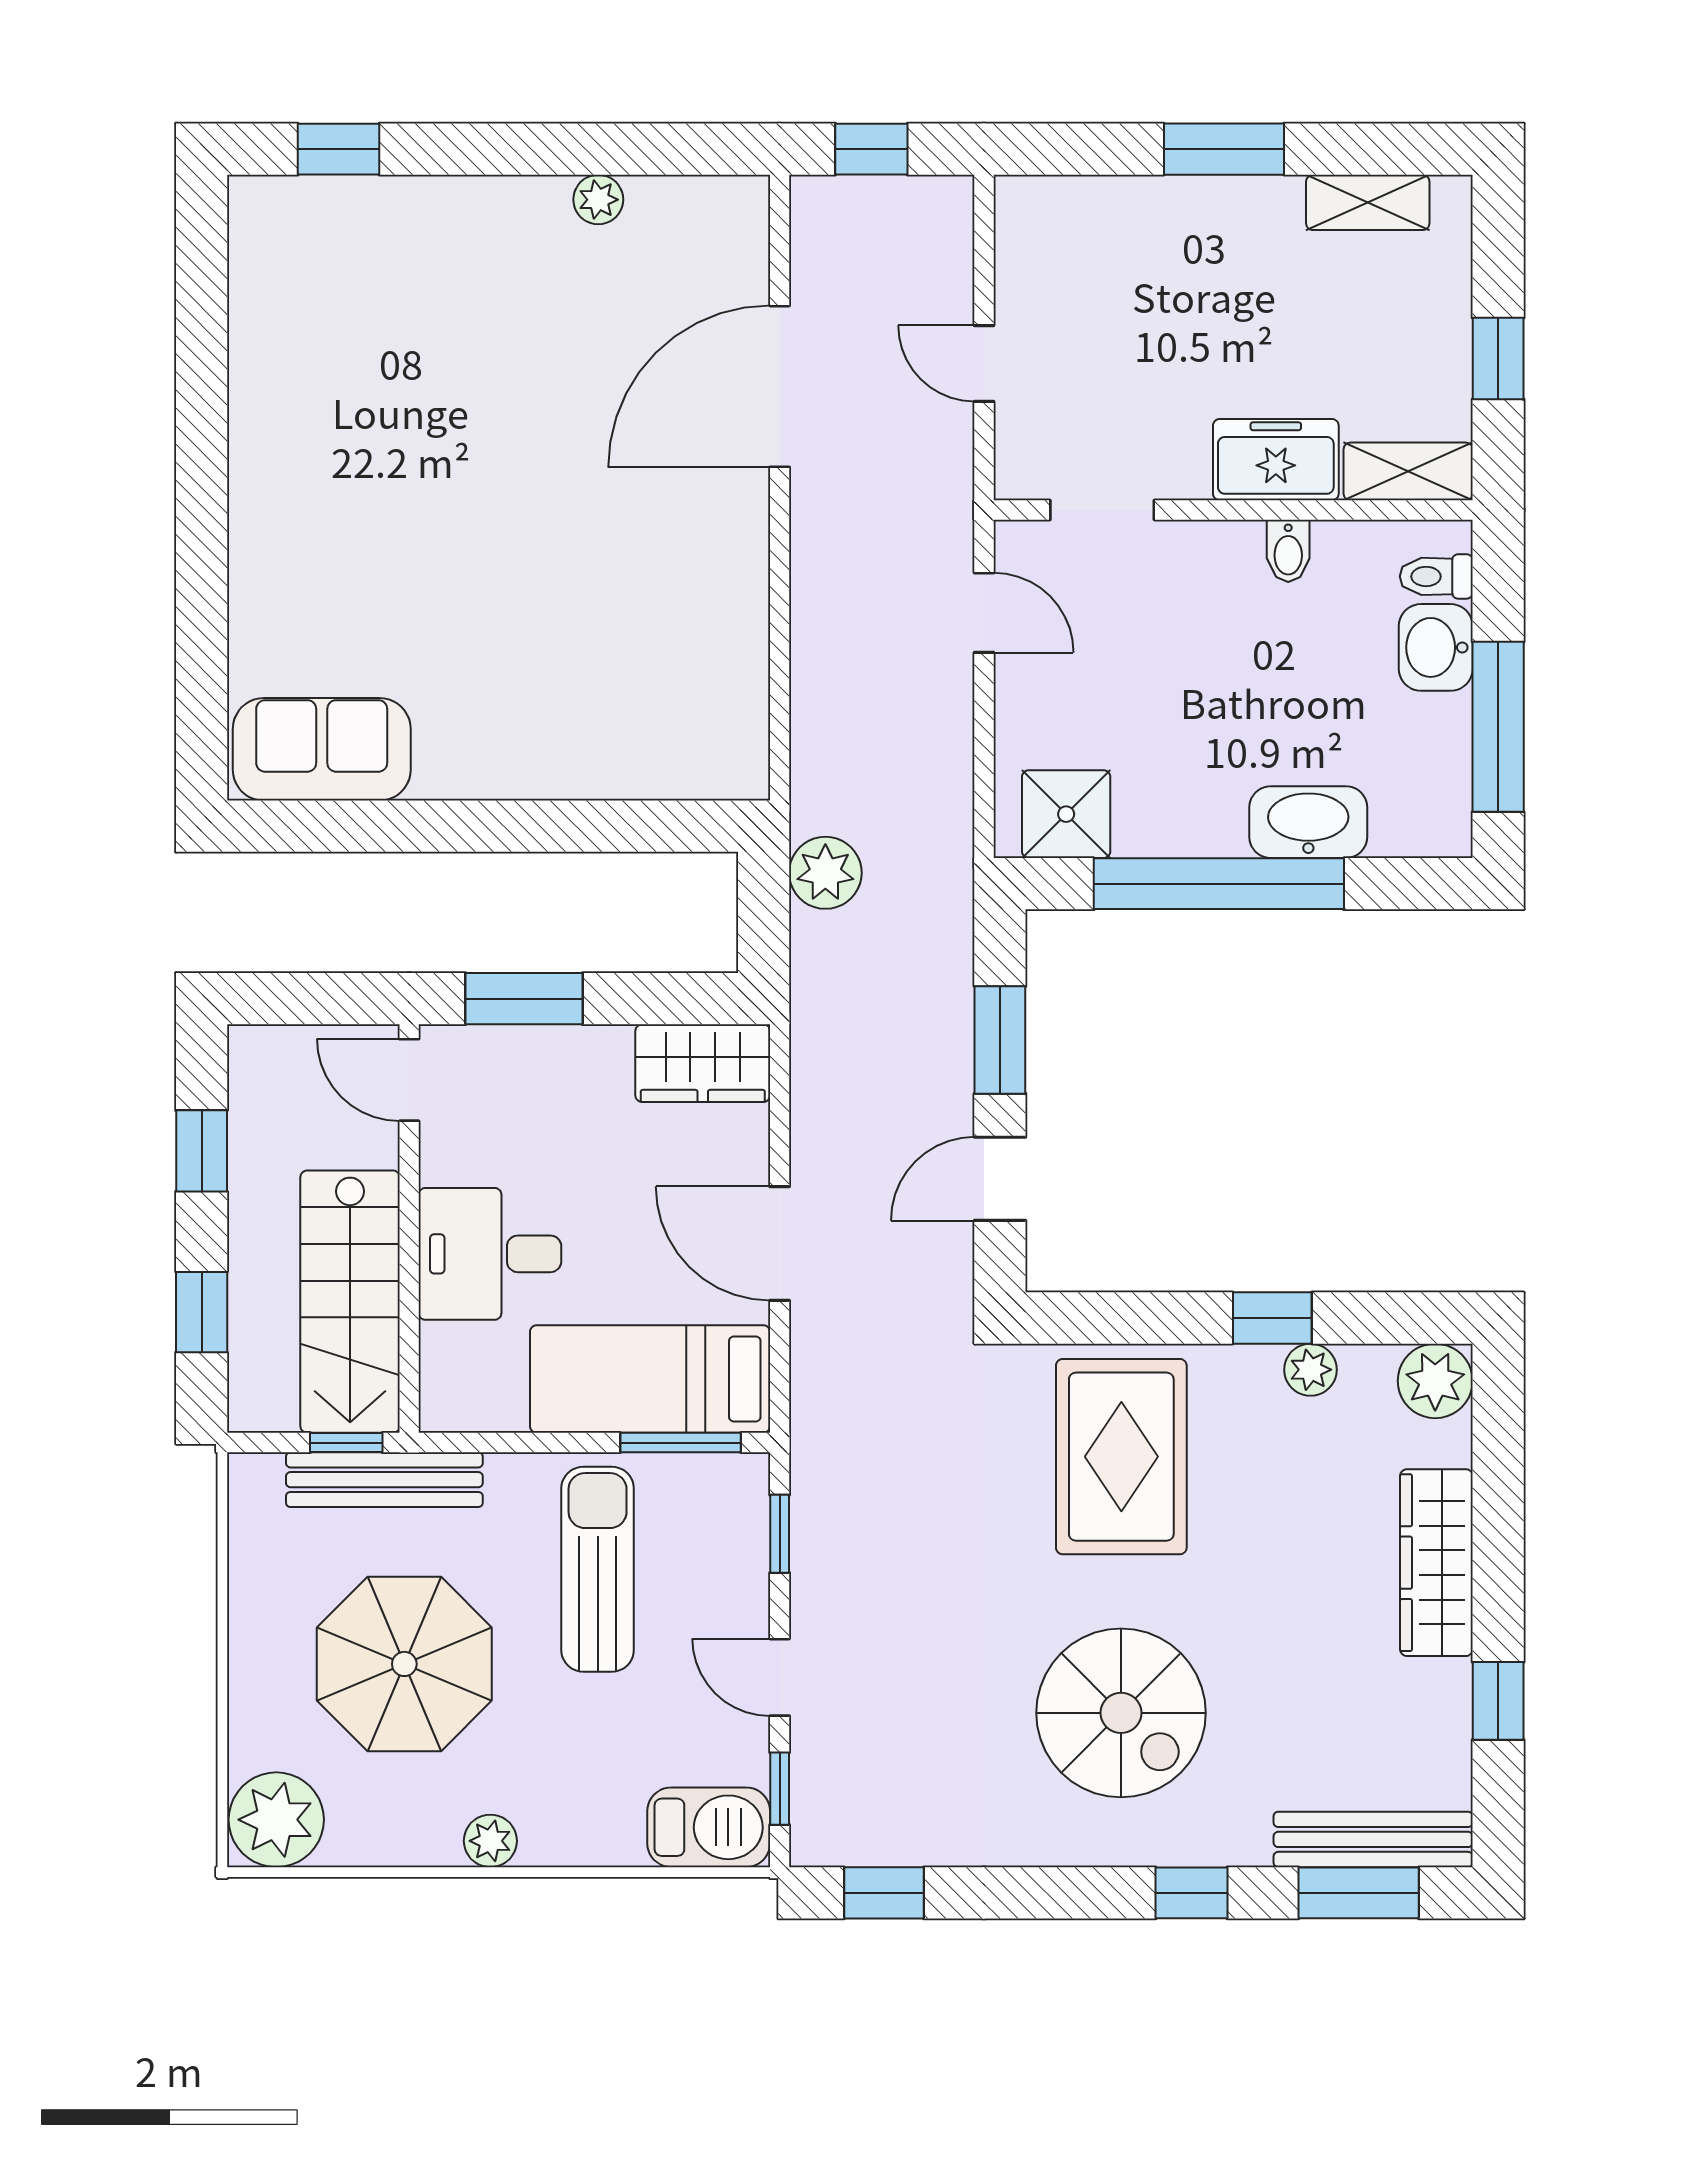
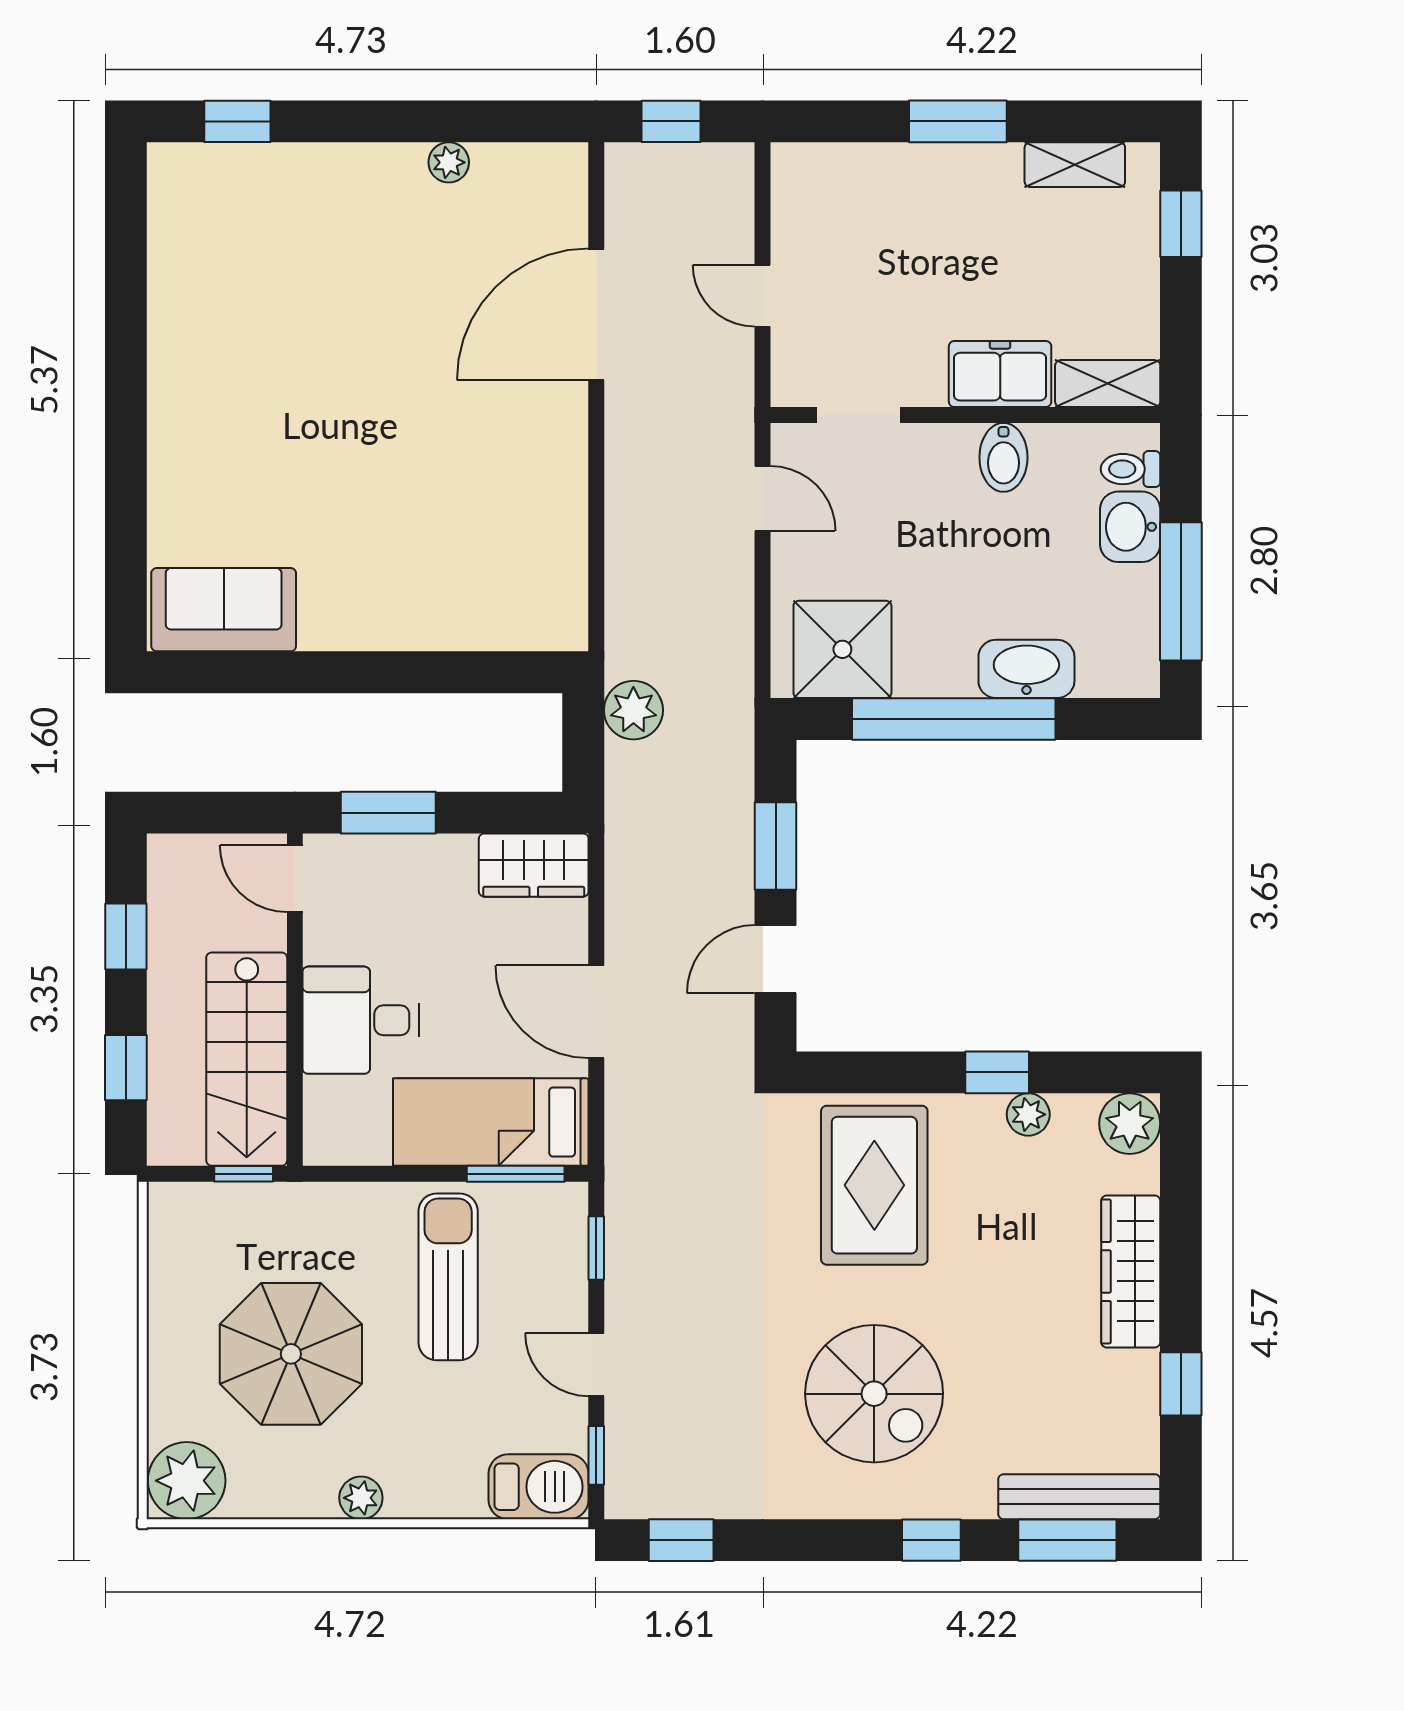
window: (1498, 359) -> (1181, 224), moved
bidet: (1288, 551) -> (1003, 457), width x1.38, depth x1.36
shower: (1066, 814) -> (842, 649), width x1.36, depth x1.36
bench: (384, 1480) -> (275, 1204), removed

